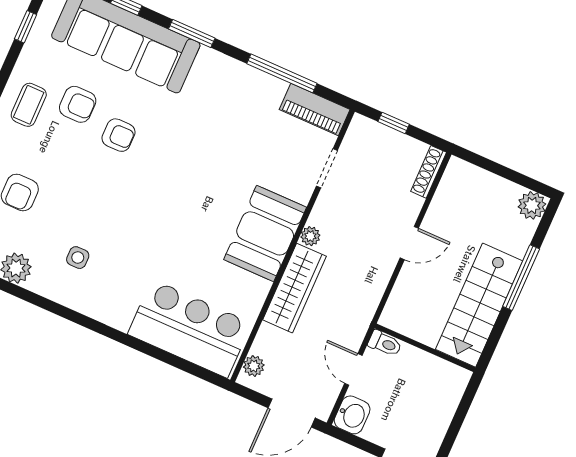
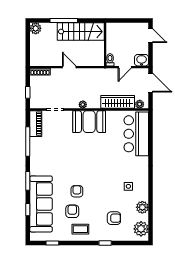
wardrobe: (294, 288) -> (118, 102), moved

